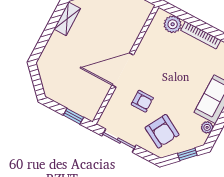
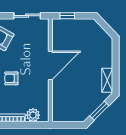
armchair: (142, 101) -> (11, 78), moved

